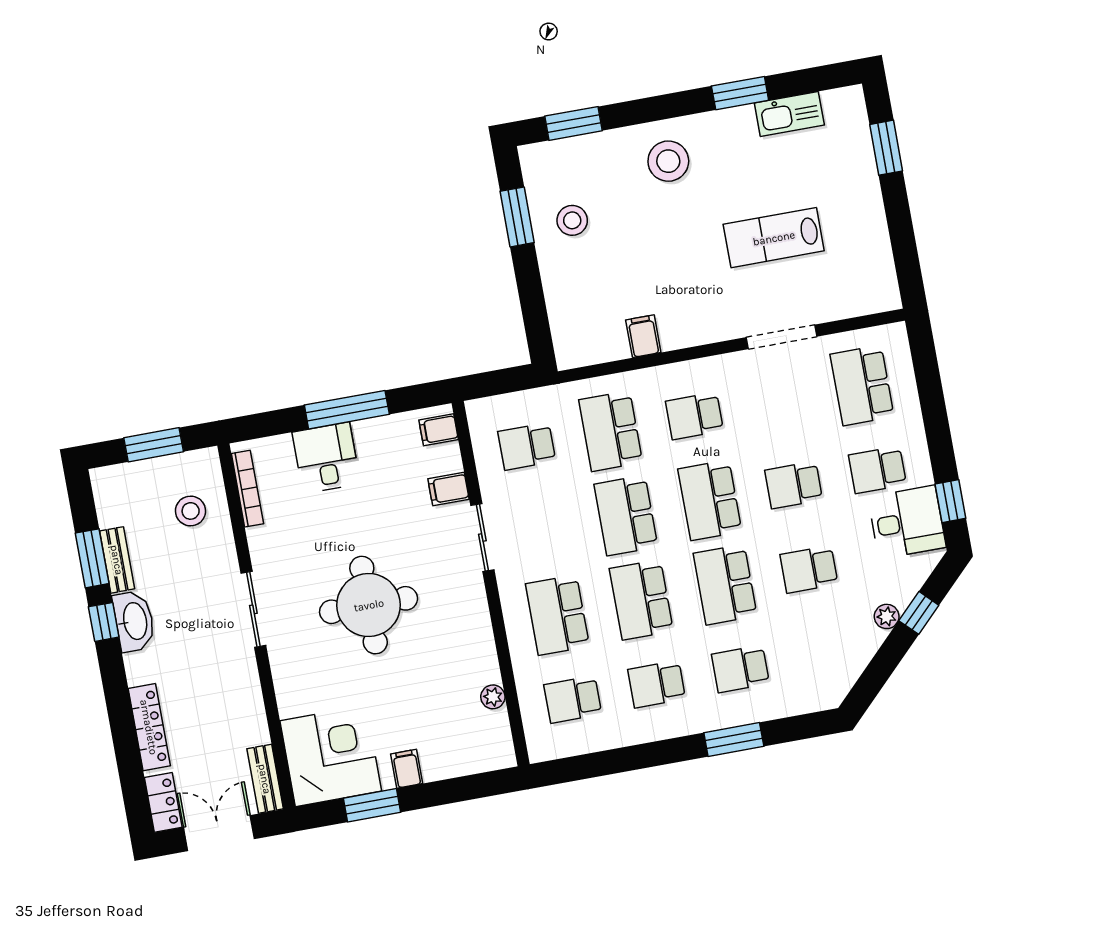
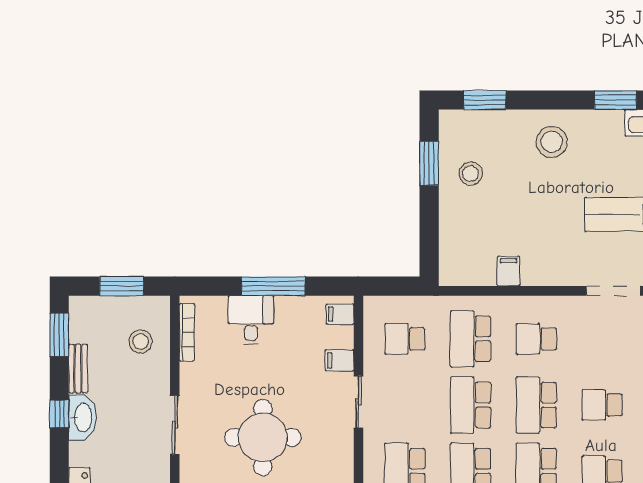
window: (92, 558) -> (59, 335), moved

